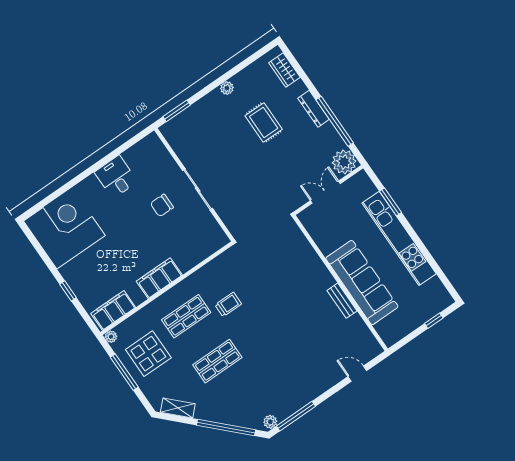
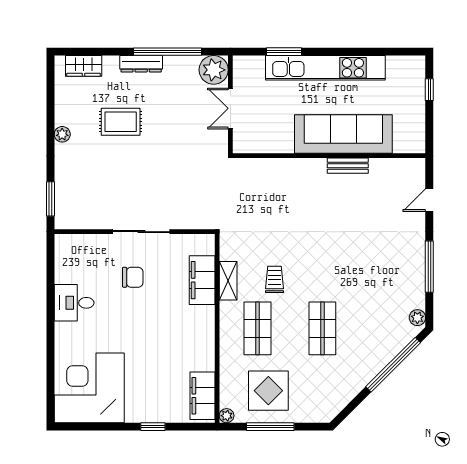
chair: (162, 205) -> (133, 277), turned -90
filing cabinet: (159, 278) -> (202, 280), moved
shelving: (178, 408) -> (228, 281), moved, turned -45
window: (296, 416) -> (429, 267), moved

